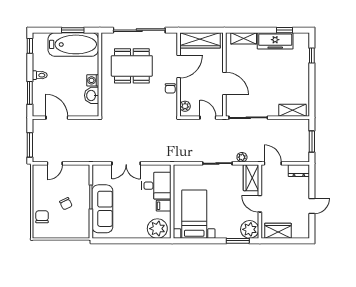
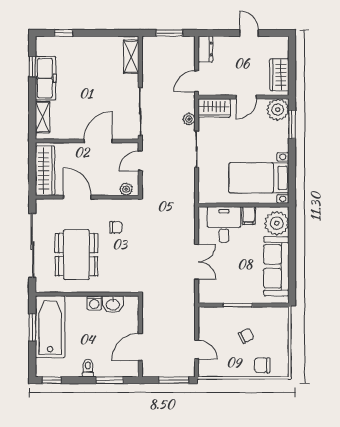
chair: (170, 88) -> (116, 227), moved
sofa: (102, 209) -> (276, 266), moved, turned -90

